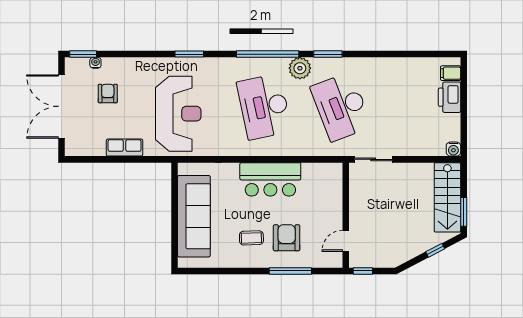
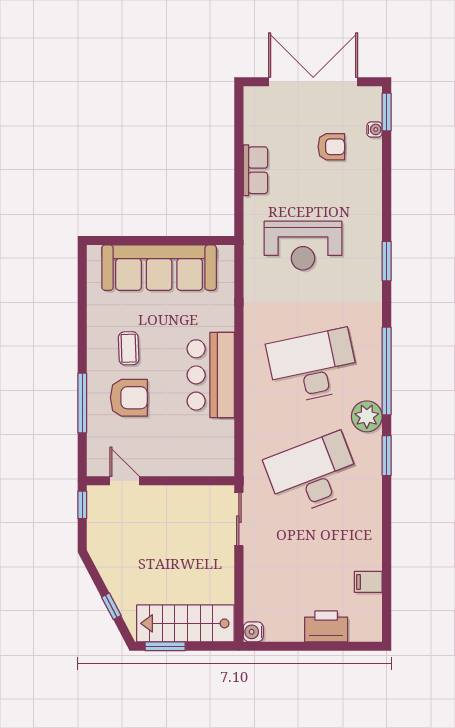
filing cabinet: (451, 73) -> (368, 582), moved, turned -90
reception desk: (178, 114) -> (303, 246), width x0.74, depth x0.77

